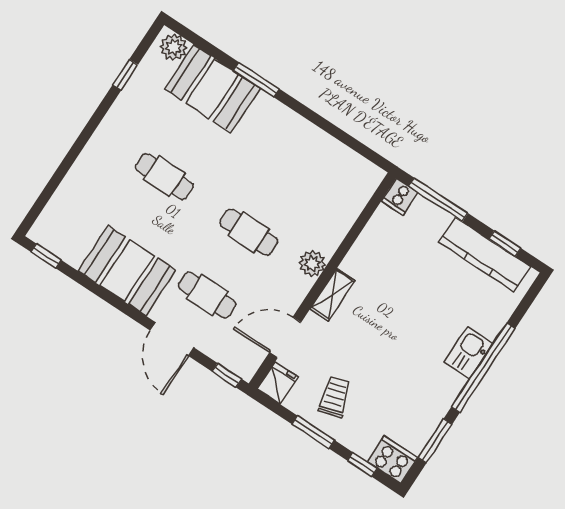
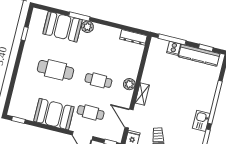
plant: (174, 47) -> (87, 27), moved
dresser: (357, 166) -> (133, 37), added
cafe table: (164, 176) -> (56, 70), width x1.37, depth x1.35
cooker: (400, 197) -> (174, 48), moved
door: (285, 337) -> (129, 119), hinge flipped
kitchen sink: (469, 353) -> (201, 121), moved

